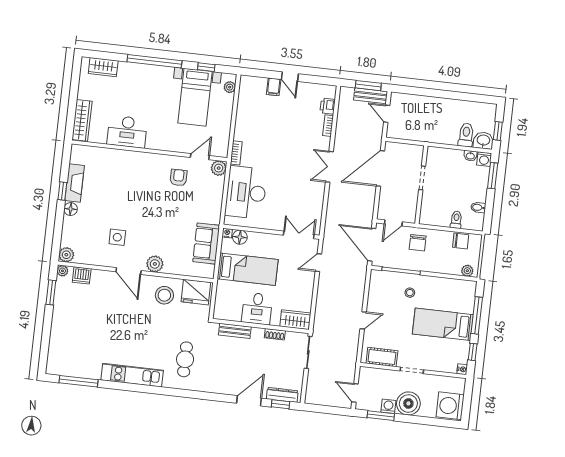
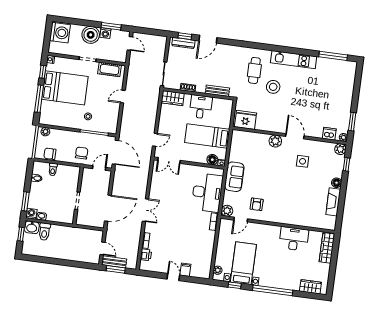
window: (62, 191) -> (346, 164), moved
sofa: (206, 243) -> (234, 177), moved
stool: (164, 295) -> (273, 87), moved
bed: (443, 324) -> (65, 88), width x1.50

